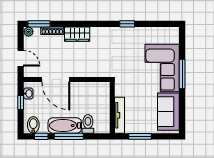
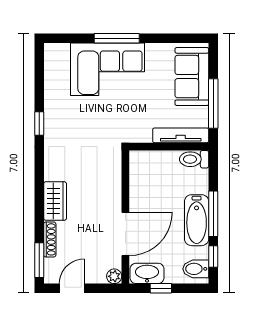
plant: (29, 32) -> (114, 276), moved
door: (21, 58) -> (72, 288), moved
washbasin: (28, 94) -> (147, 273), width x1.91, depth x1.45
sofa: (168, 112) -> (192, 77), moved, turned 90
toilet: (88, 124) -> (194, 159), moved
window: (140, 136) -> (213, 104), width x1.44

